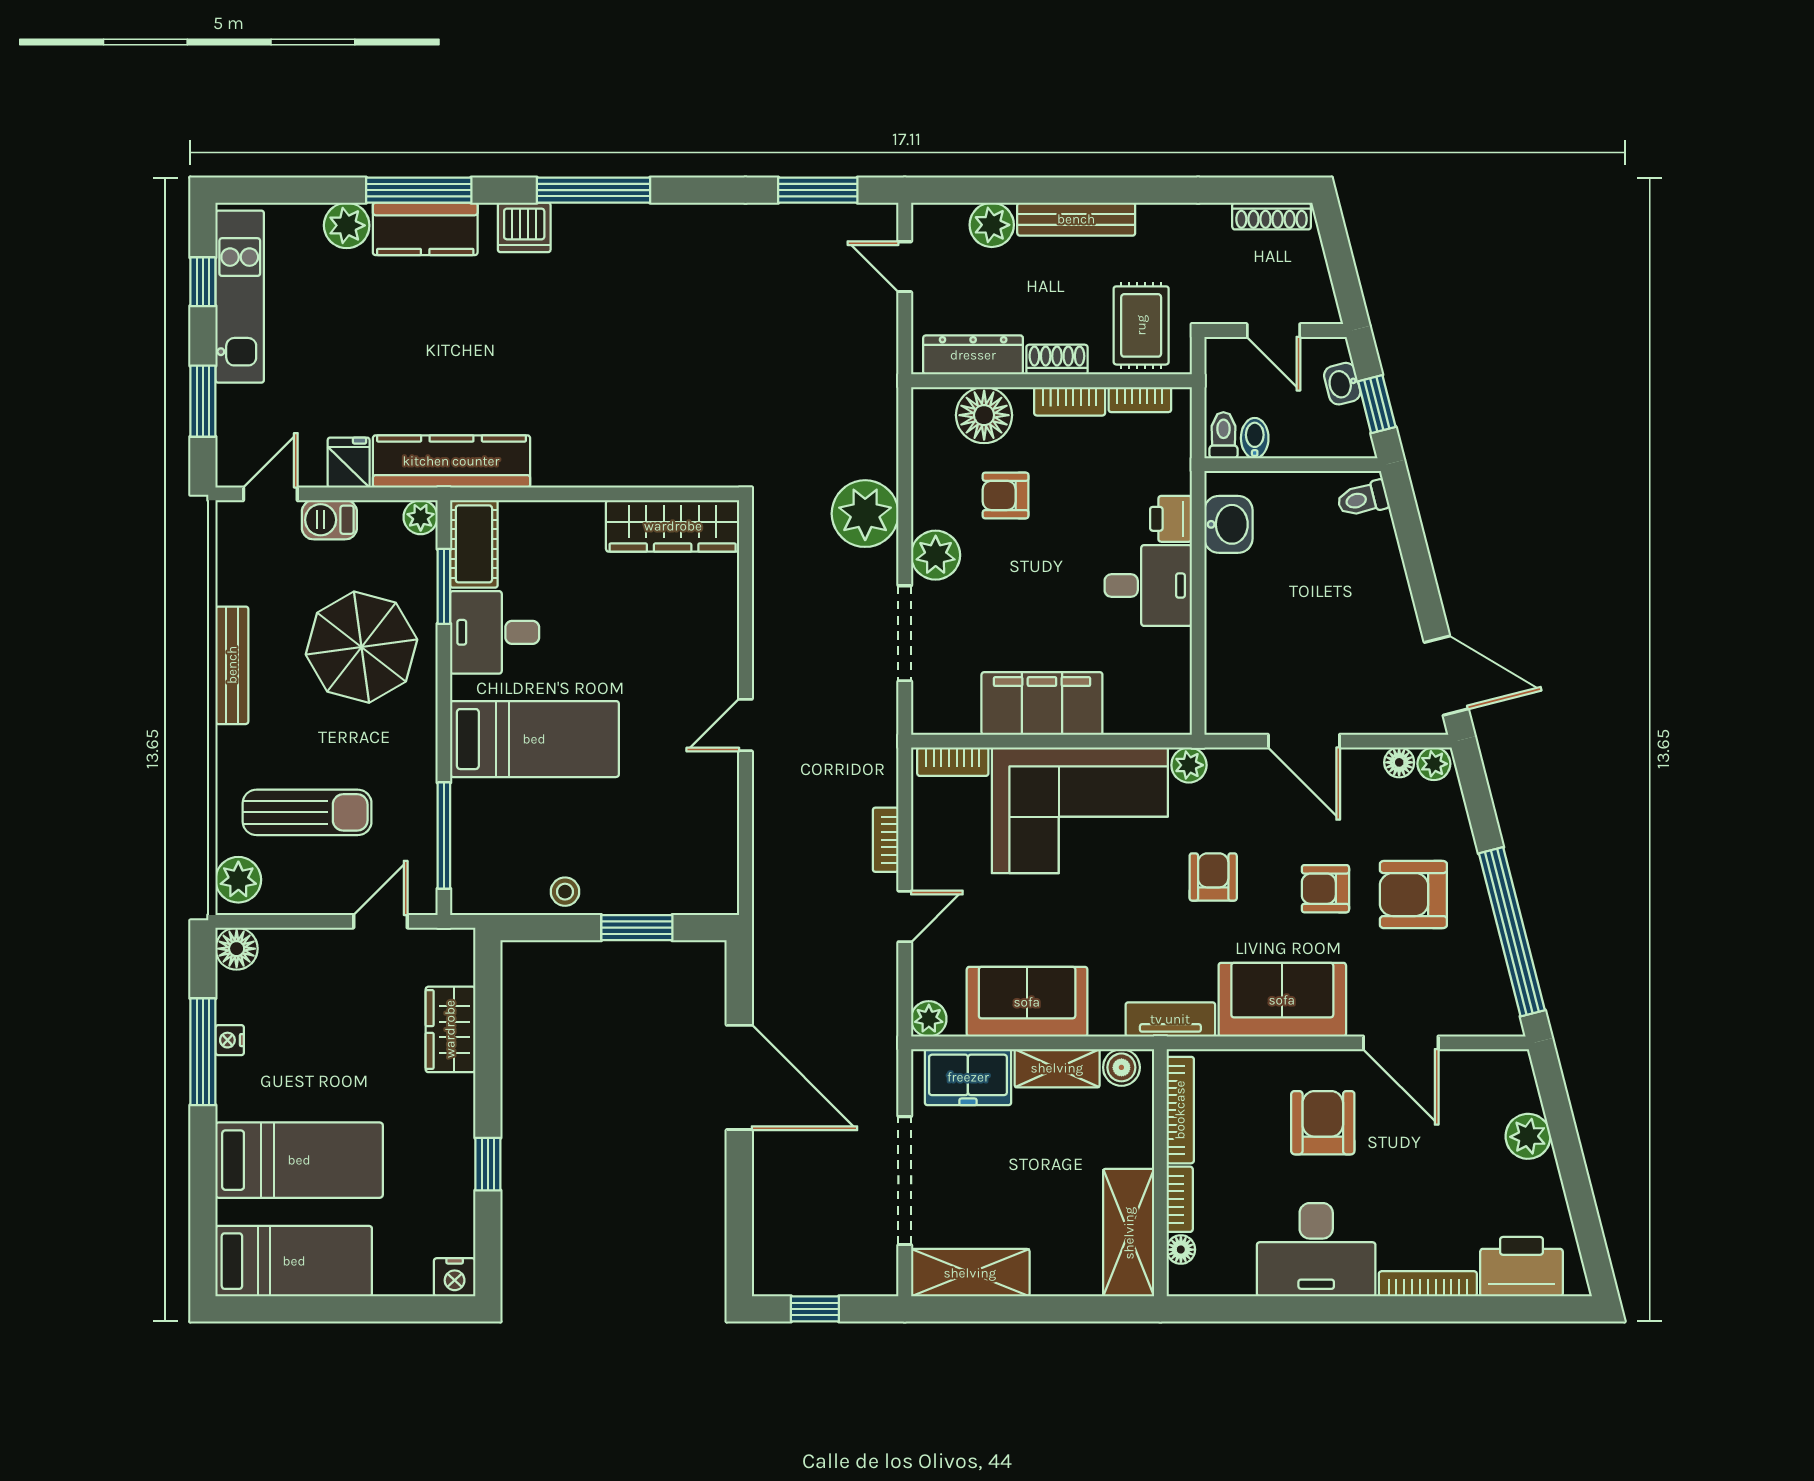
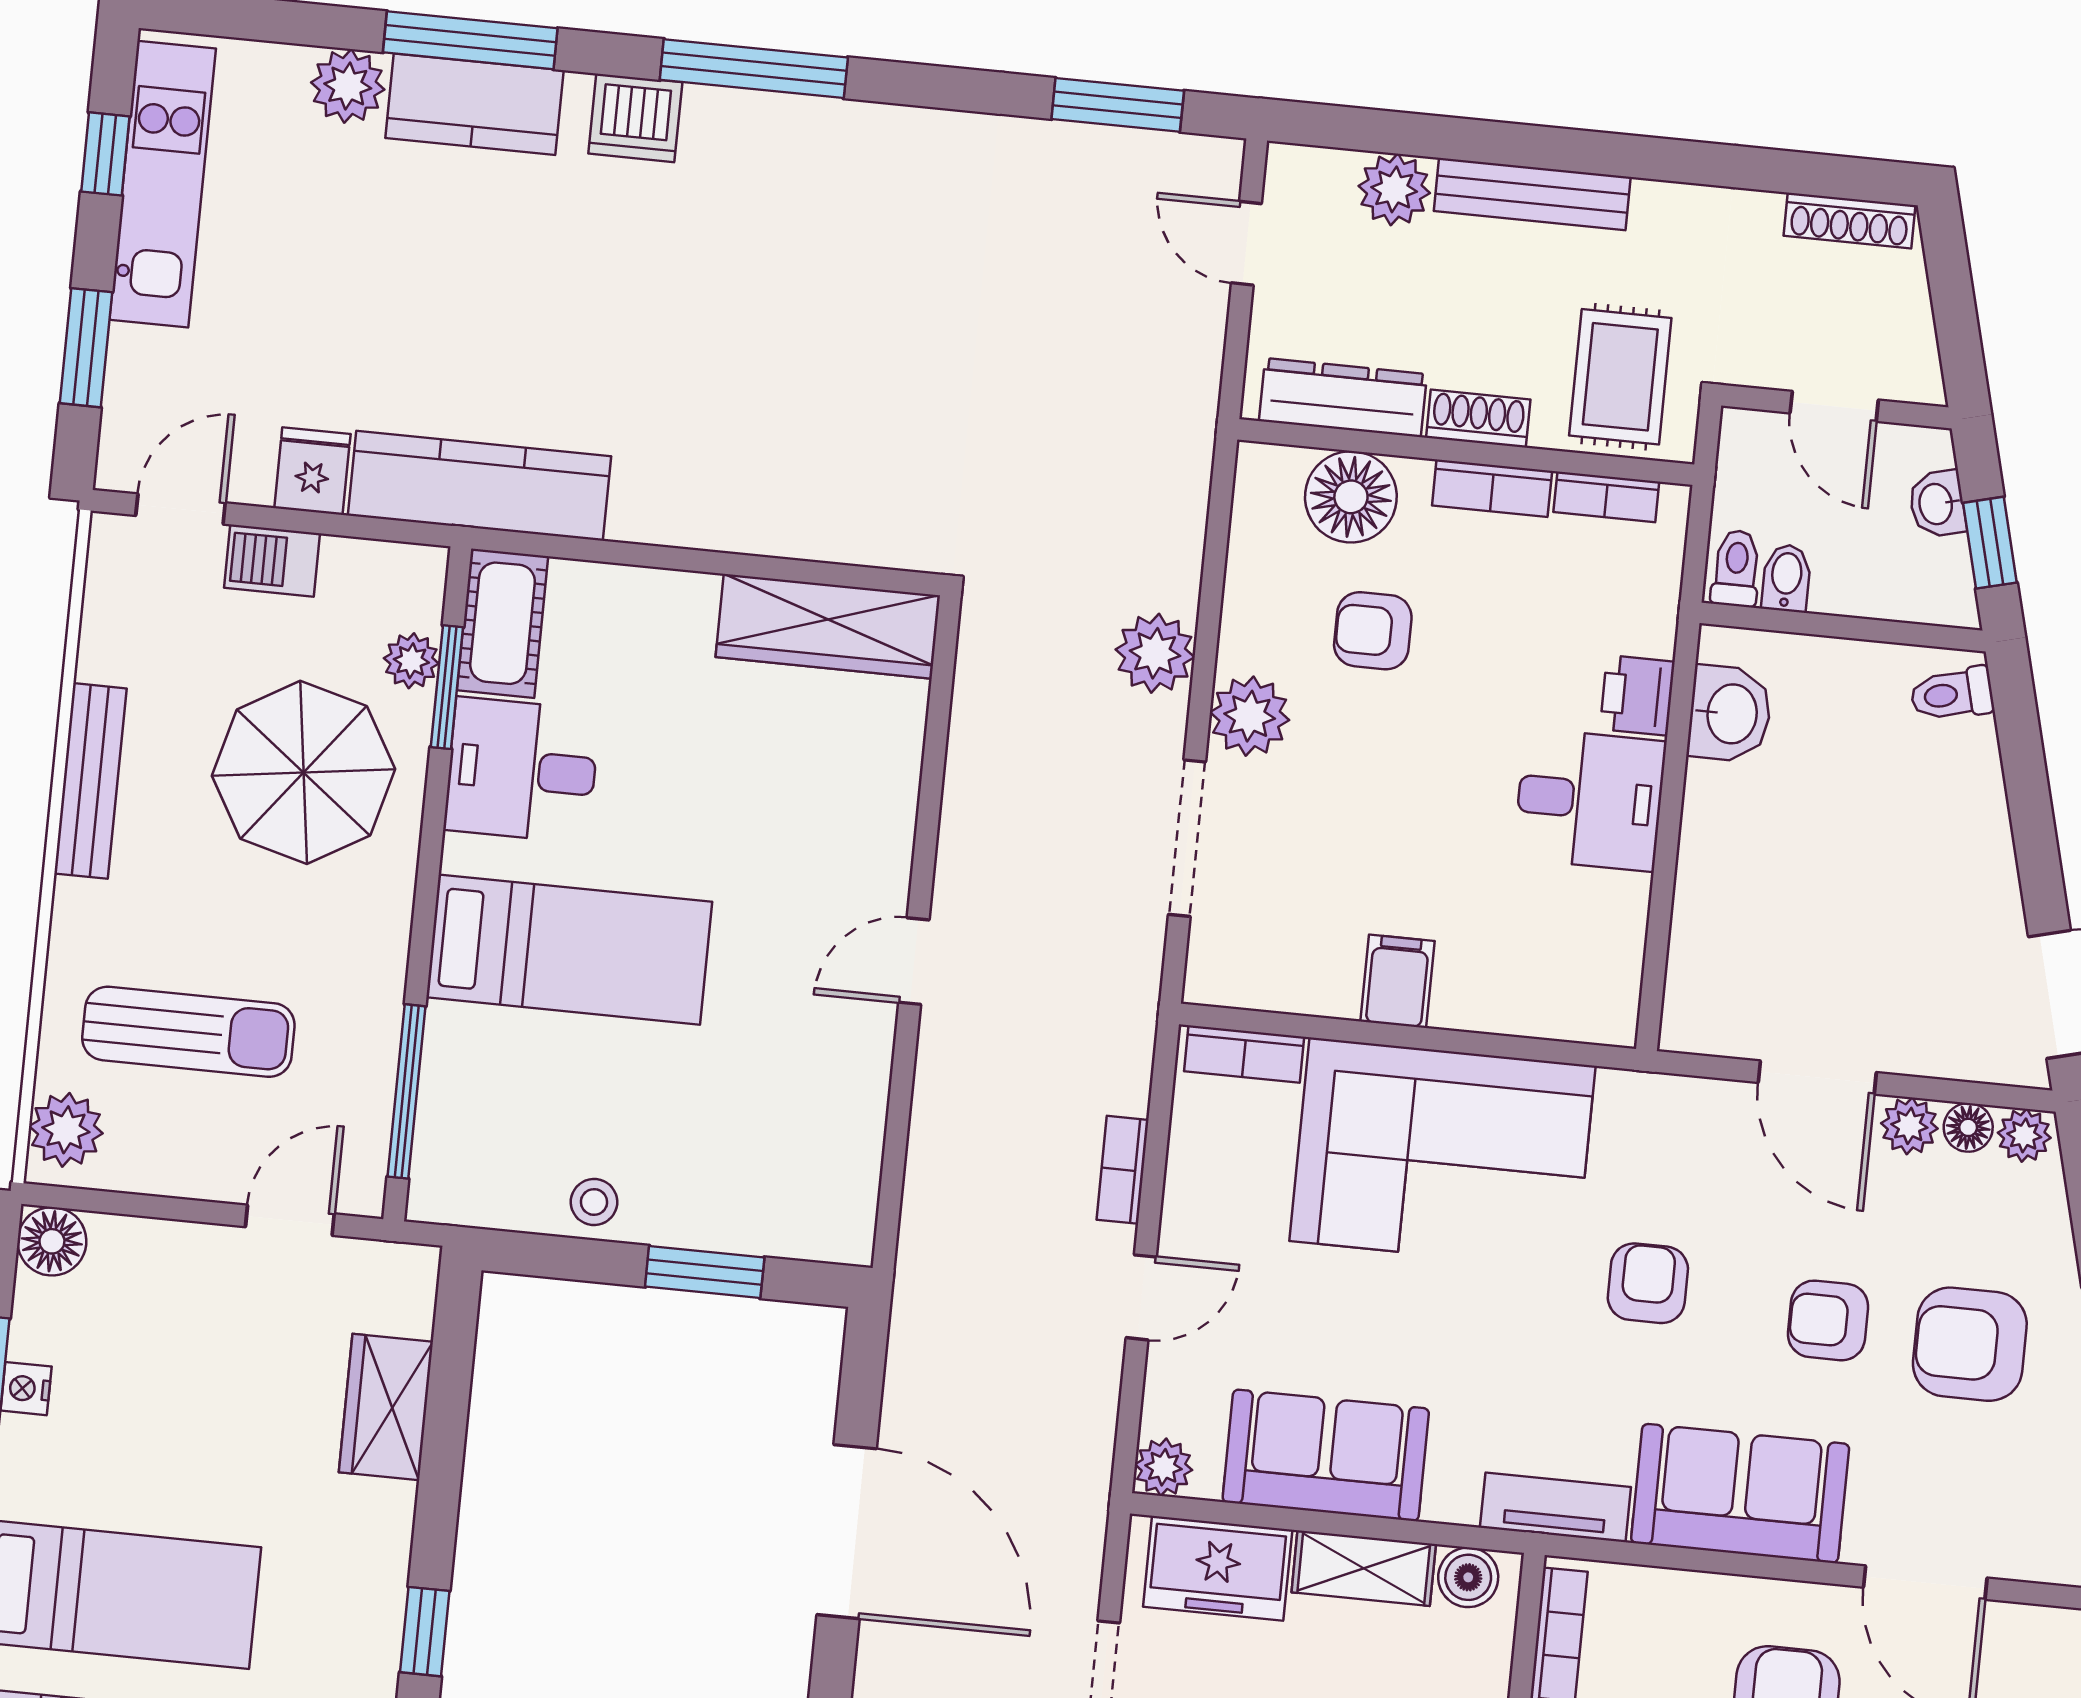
plant: (865, 514) -> (1155, 653), width x0.73, depth x0.73
plant: (421, 517) -> (411, 661), moved
filing cabinet: (1042, 703) -> (1398, 981), width x0.33, depth x0.86
plant: (1189, 765) -> (1909, 1126), moved

